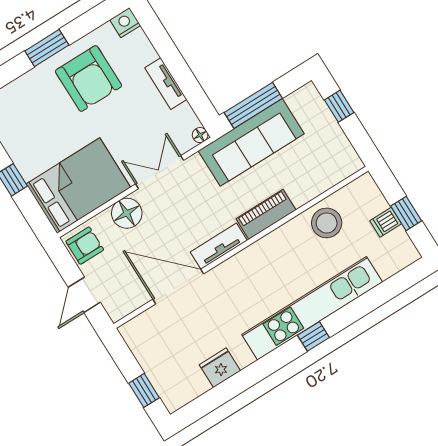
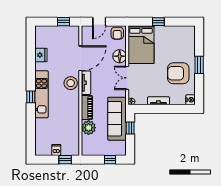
window: (253, 105) -> (130, 128), width x0.46
double door: (160, 172) -> (127, 78), swing flipped
plant: (303, 187) -> (89, 128), added
window: (406, 213) -> (65, 160), moved
stool: (327, 223) -> (71, 83), moved
door: (84, 295) -> (99, 22), swing flipped
kitchen unit: (312, 308) -> (41, 94), width x0.73
window: (144, 390) -> (64, 22), moved

